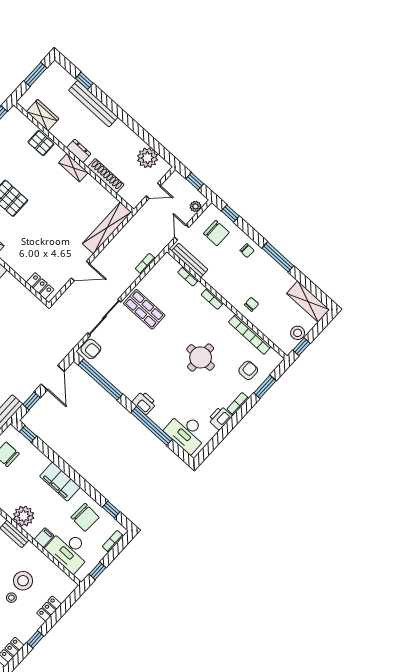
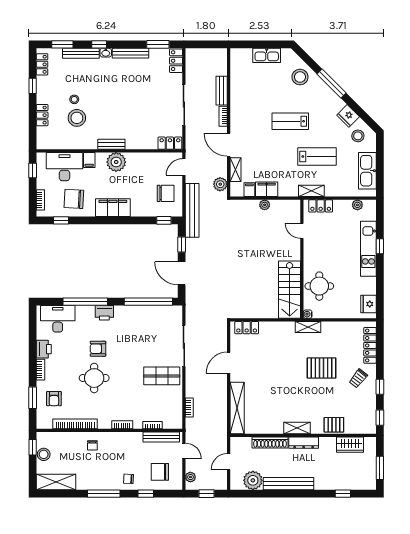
bench: (93, 104) -> (289, 484), moved
dresser: (79, 151) -> (304, 443), width x1.44
window: (230, 214) -> (146, 494), moved
armchair: (91, 349) -> (98, 349), moved

